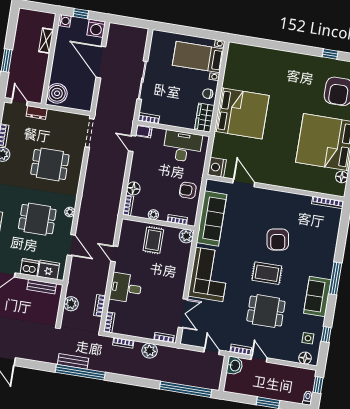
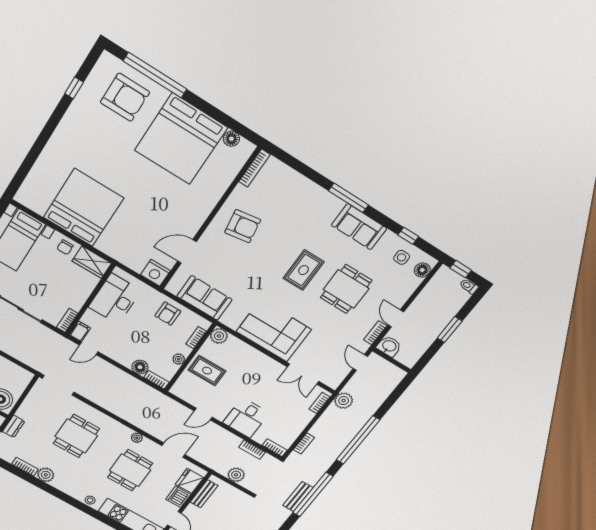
bed: (242, 113) -> (84, 208), moved
sofa: (212, 219) -> (204, 298), width x0.73
armchair: (278, 239) -> (243, 226), moved
double door: (183, 313) -> (303, 374), swing flipped
plant: (150, 351) -> (344, 401), moved
door: (212, 351) -> (360, 363), hinge flipped
door: (259, 359) -> (396, 318), hinge flipped
window: (186, 389) -> (358, 440), moved

